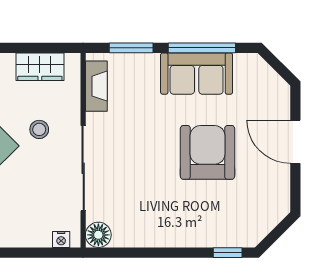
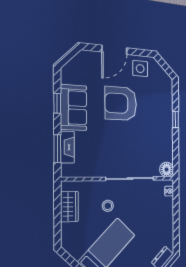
window: (202, 48) -> (57, 103), width x0.46
fireplace: (96, 86) -> (67, 147), moved, turned 90
side table: (268, 187) -> (140, 69), added
window: (228, 253) -> (176, 119), moved

